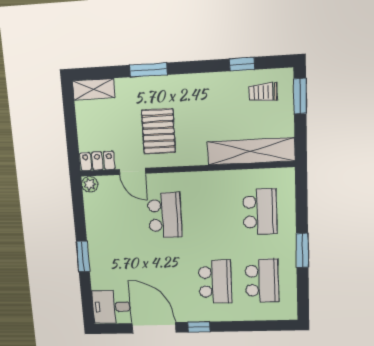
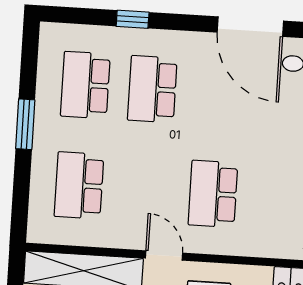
door: (132, 171) -> (164, 255), moved
window: (199, 327) -> (133, 19), moved

